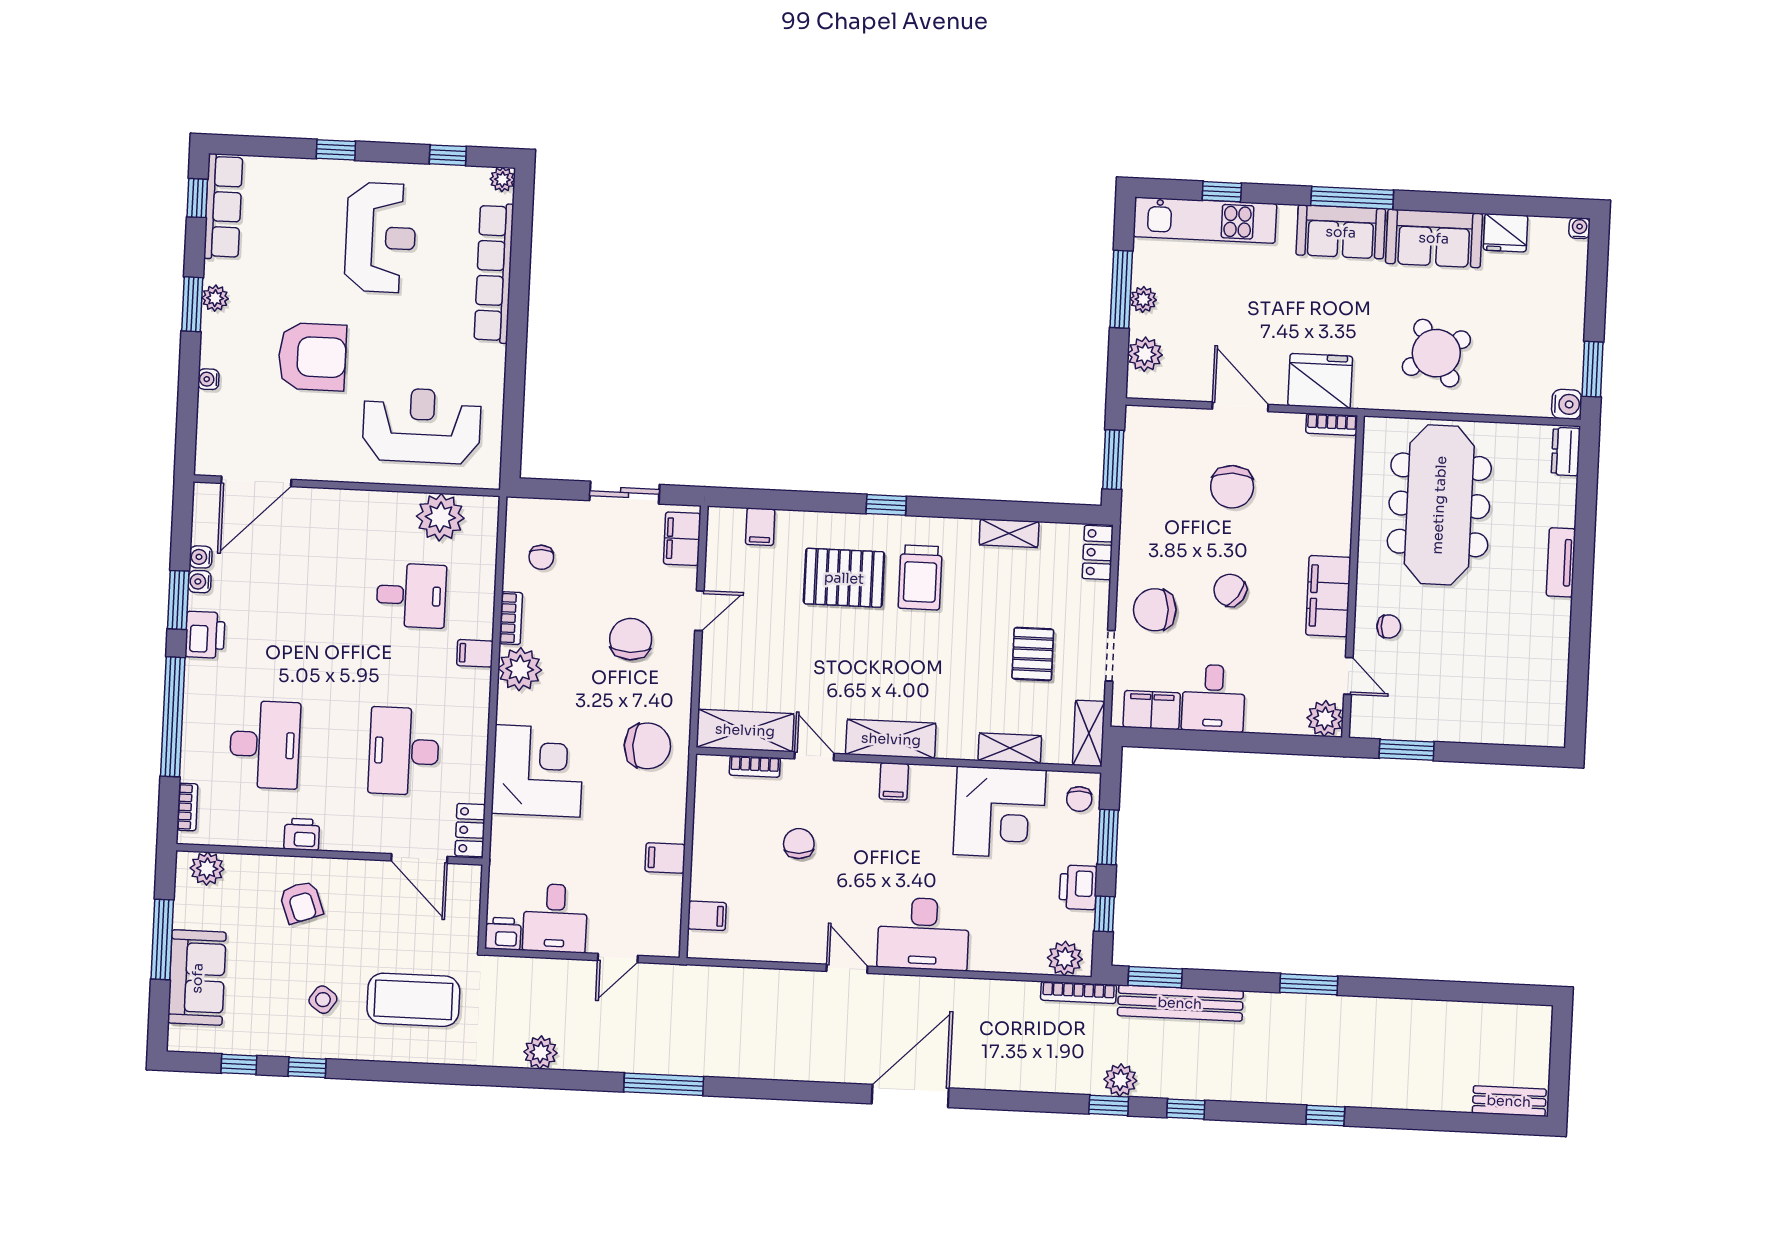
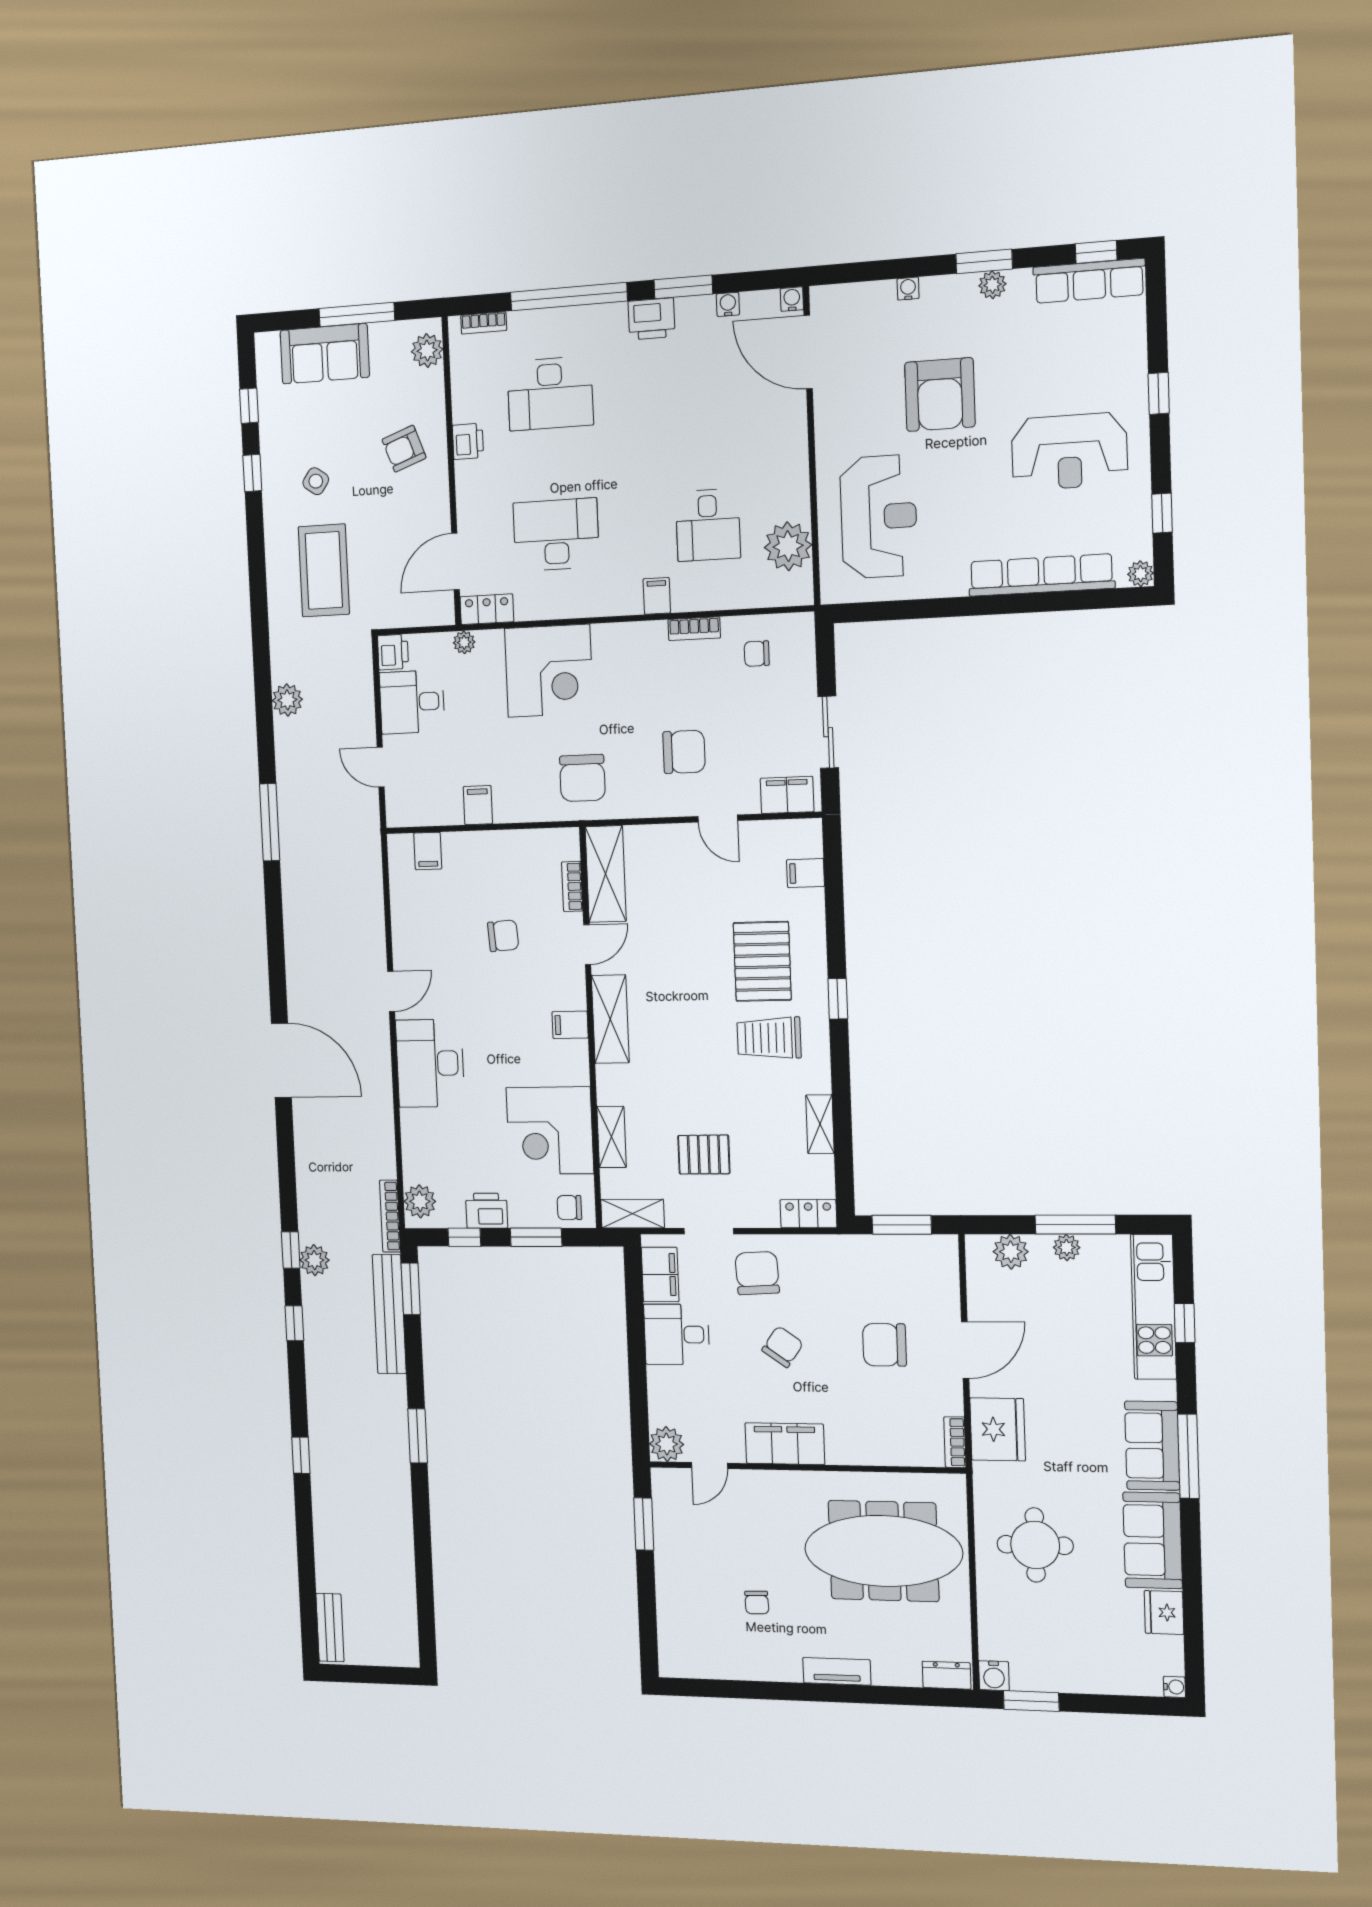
round table: (1436, 353) -> (1035, 1545), turned 31
water cooler: (200, 582) -> (792, 299), moved
chair: (1389, 626) -> (757, 1603), moved
plant: (520, 669) -> (464, 642), moved, width x0.53, depth x0.53

